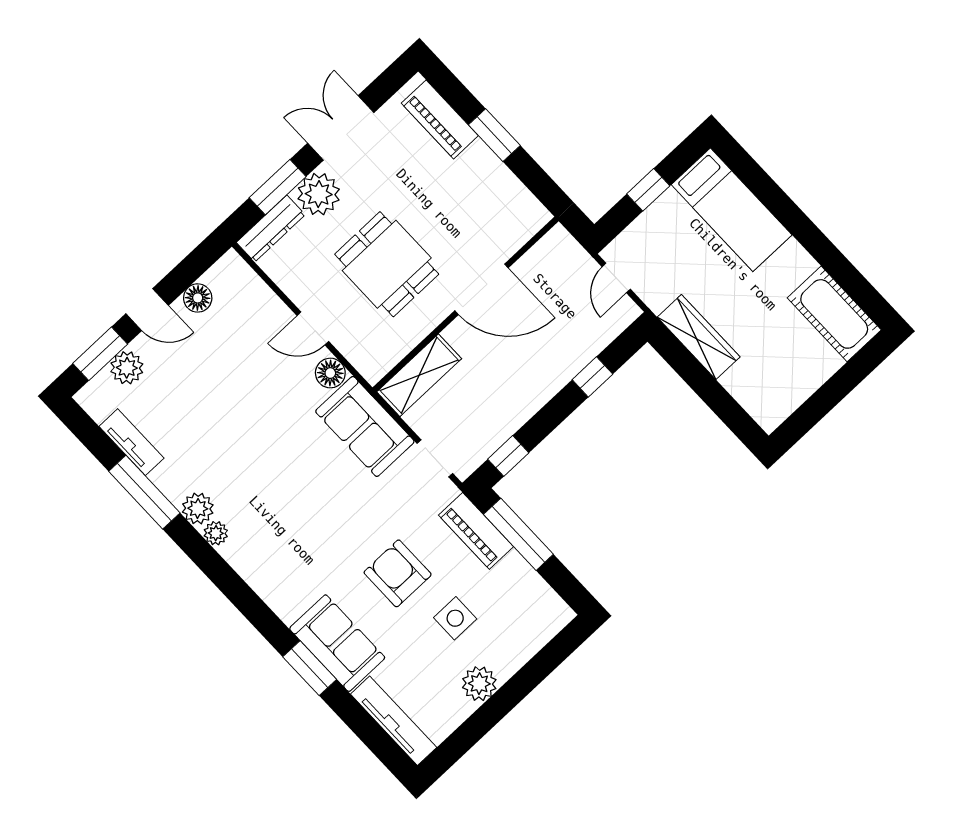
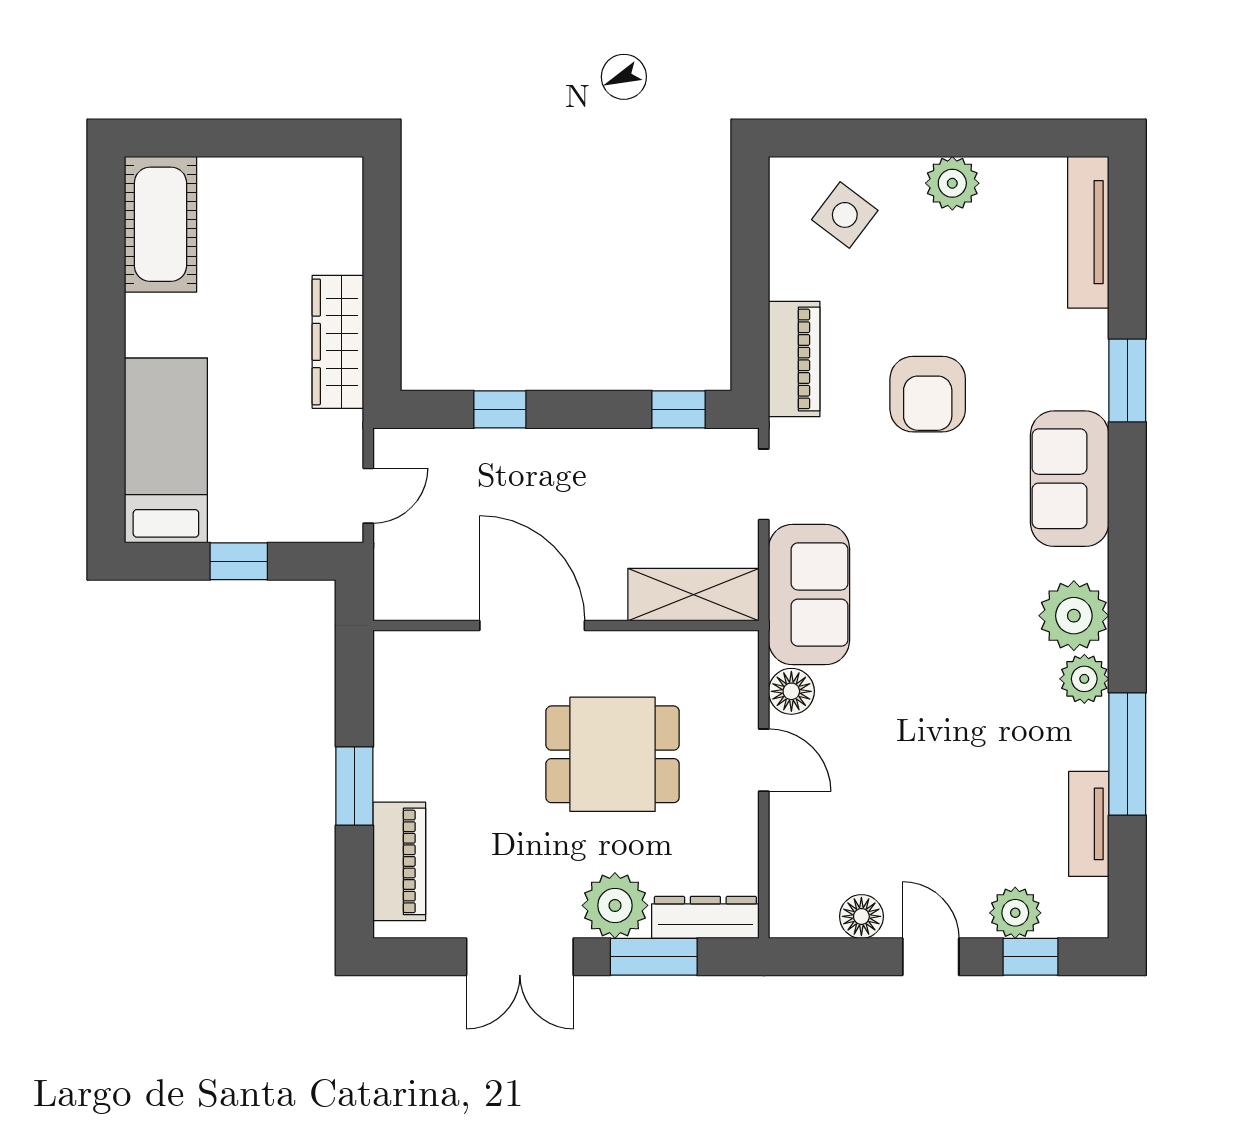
dining table: (387, 264) -> (613, 754), turned 90
window: (100, 354) -> (1030, 957), width x0.67
plant: (216, 533) -> (1074, 616), width x1.87, depth x1.87
window: (518, 534) -> (750, 310), removed
side table: (455, 618) -> (845, 215), moved, turned 37
sofa: (337, 643) -> (1070, 479), moved

